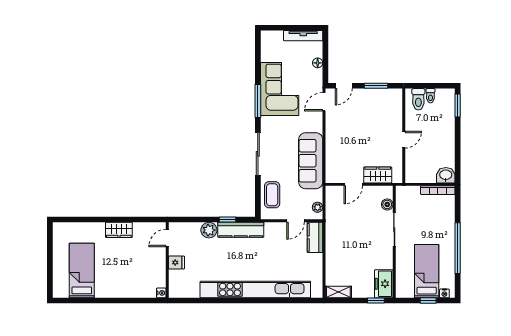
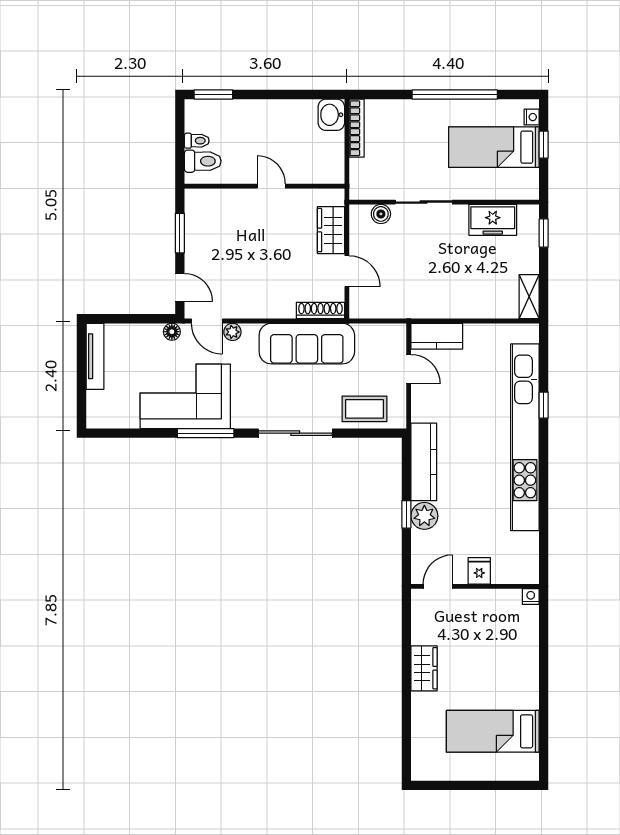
floor lamp: (318, 63) -> (172, 332), moved
shoe rack: (330, 169) -> (320, 311), added
plant: (318, 207) -> (232, 332), moved
window: (228, 219) -> (406, 514), moved
door: (167, 238) -> (438, 586), swing flipped
freezer: (384, 284) -> (493, 220), moved
window: (274, 301) -> (544, 405), added

